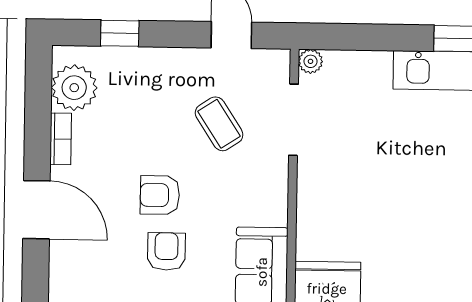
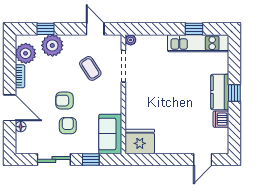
plant: (134, 71) -> (52, 45), added
floor lamp: (60, 252) -> (21, 127), added

